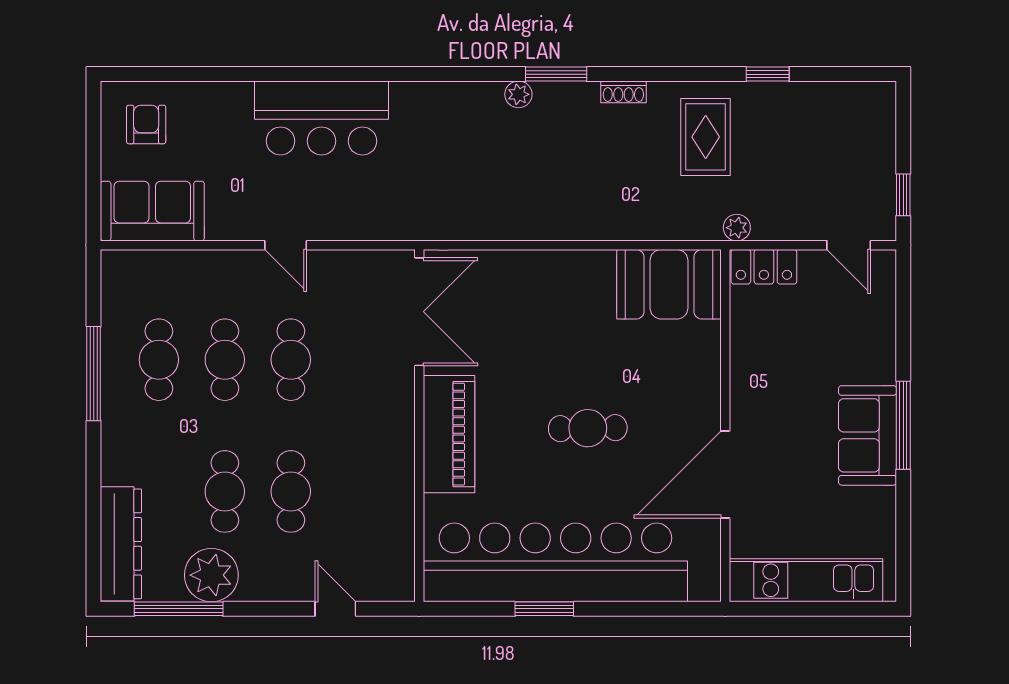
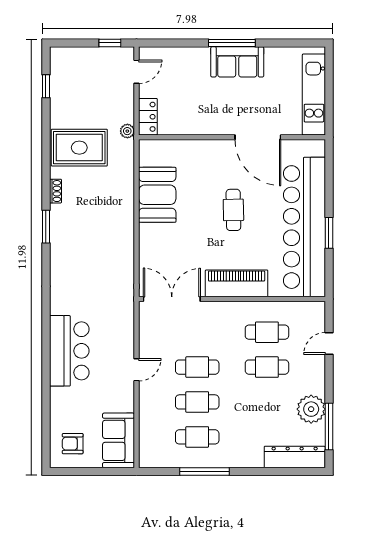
window: (768, 74) -> (46, 86), moved
plant: (518, 94) -> (57, 247), removed
rug: (706, 137) -> (79, 148), width x1.36, depth x1.43
booth: (669, 284) -> (157, 195), moved
cafe table: (225, 491) -> (267, 332), moved

